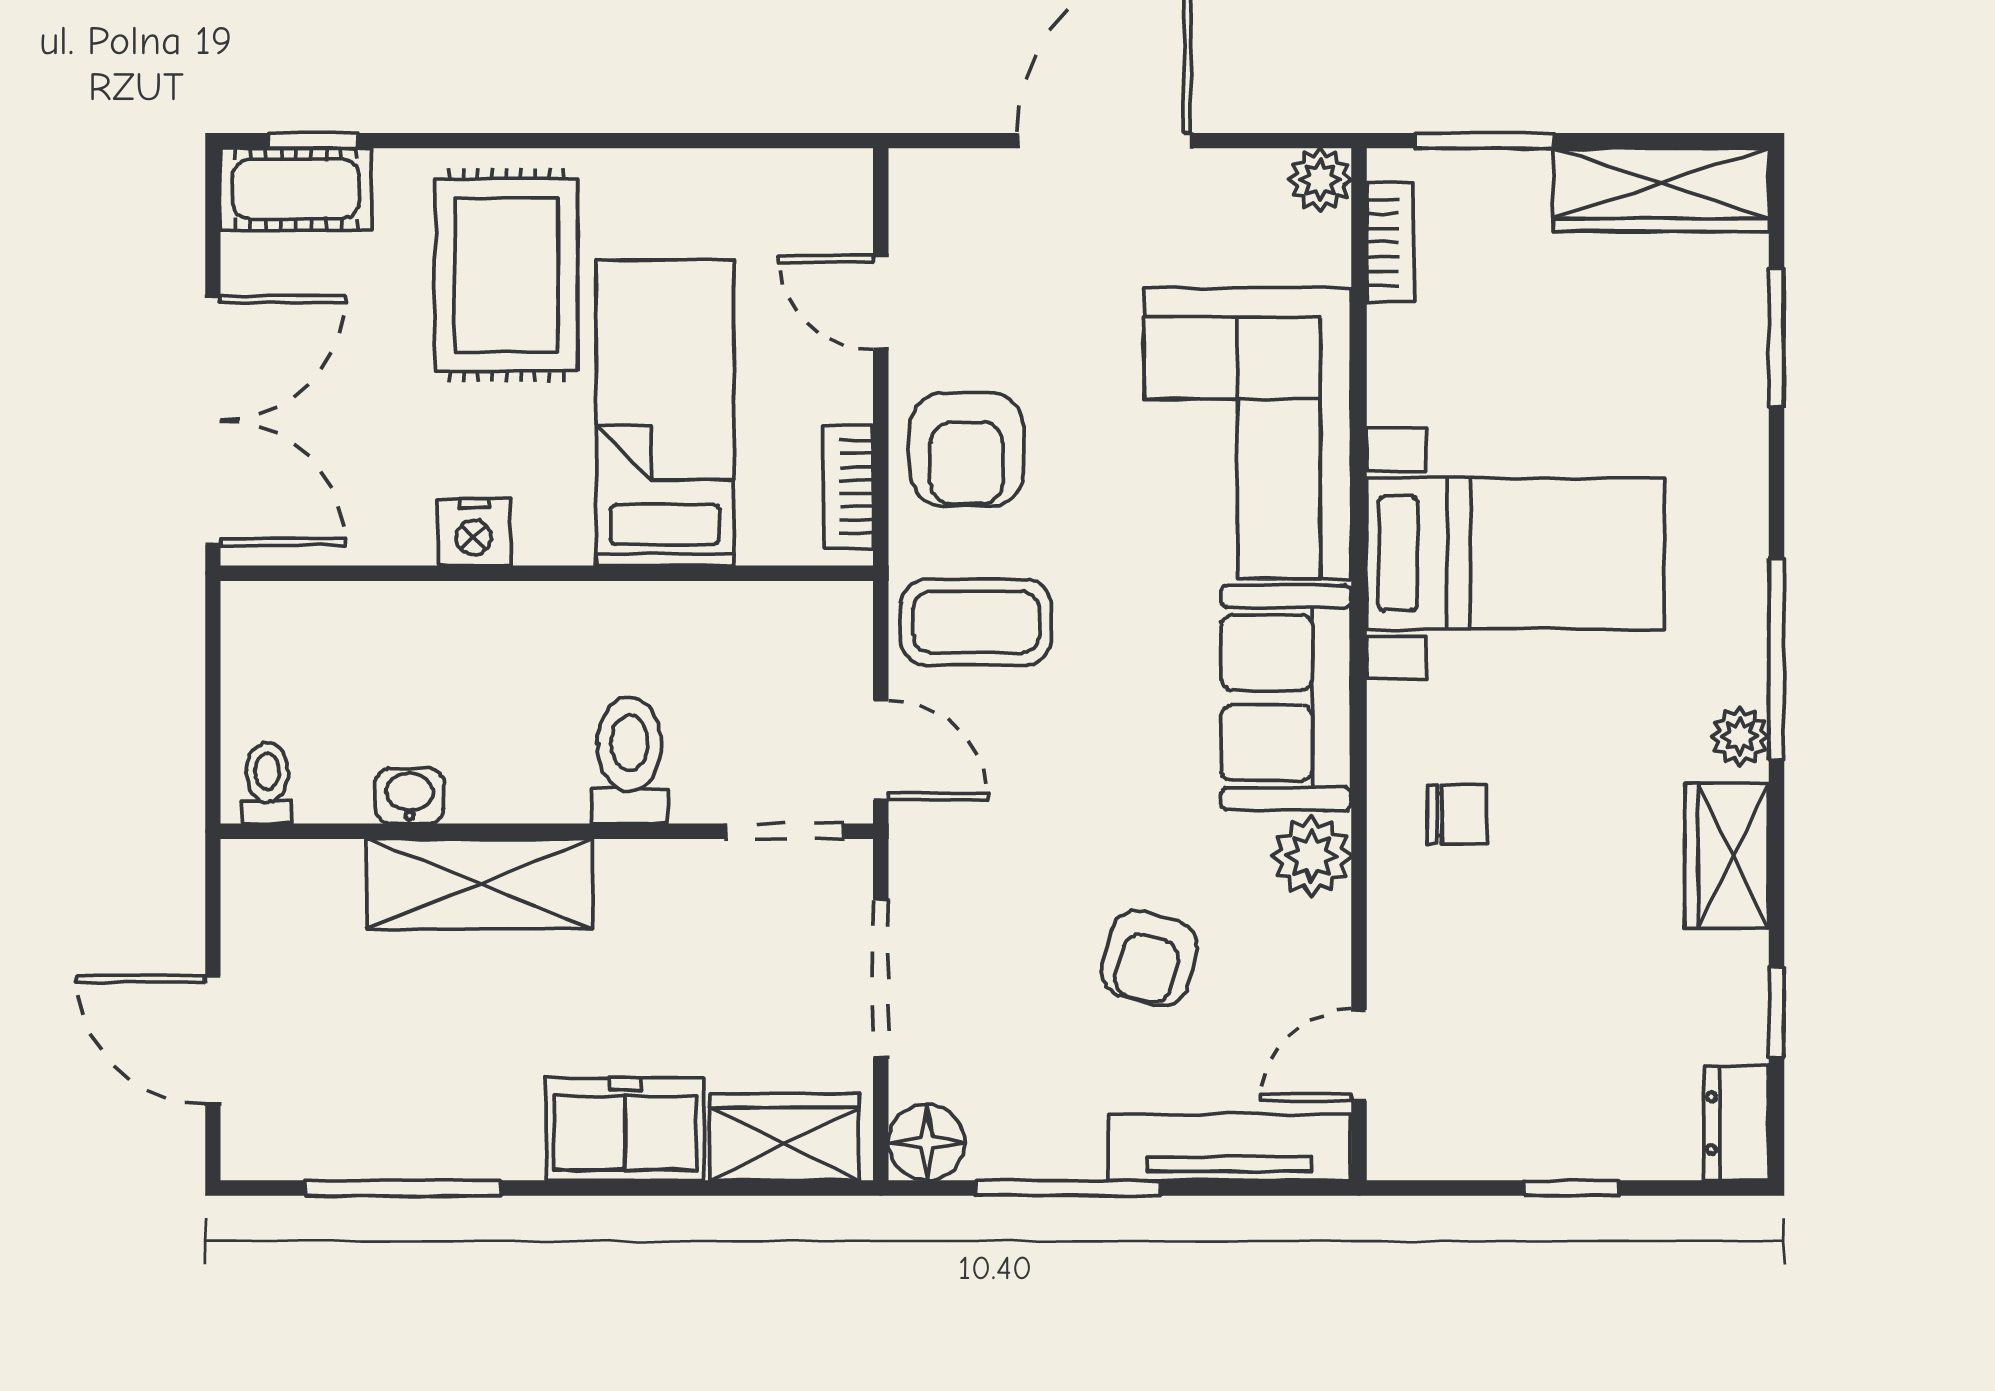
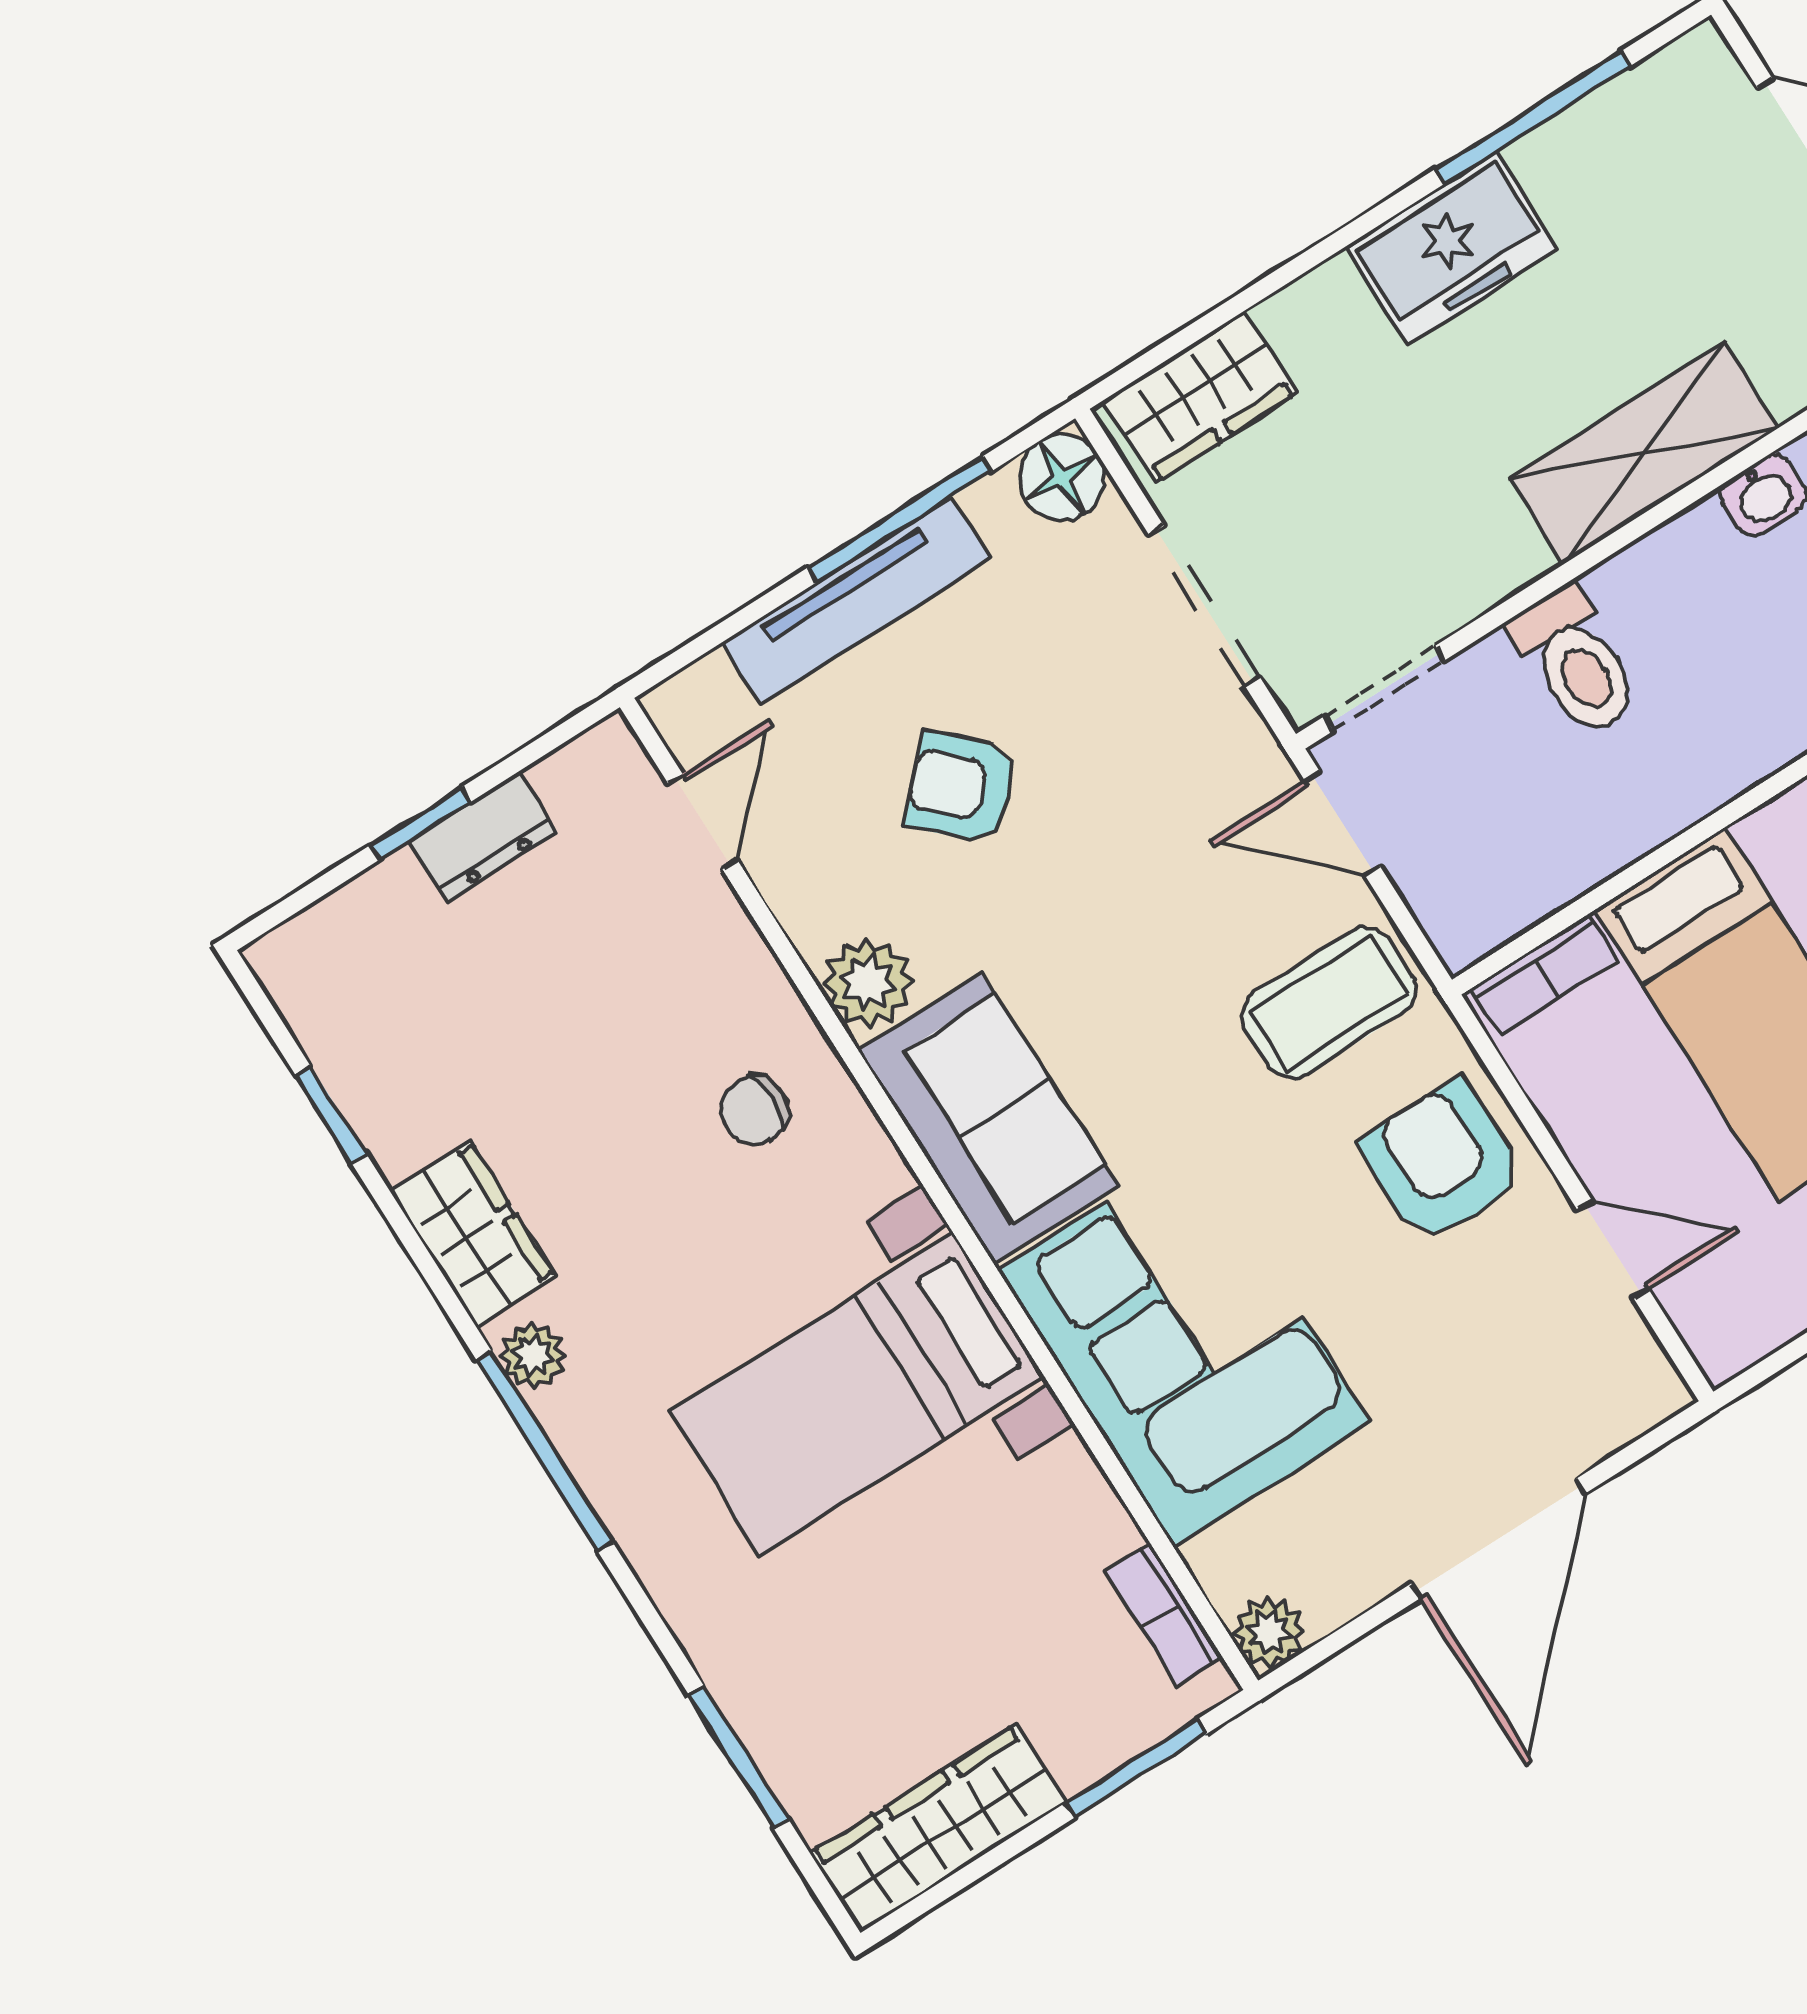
bookcase: (848, 487) -> (1544, 975), moved, turned 90
armchair: (1149, 958) -> (961, 787), turned -61
dresser: (1737, 1123) -> (484, 837), moved, turned 90
freezer: (625, 1129) -> (1452, 248), moved
tv unit: (1229, 1148) -> (856, 601), moved

